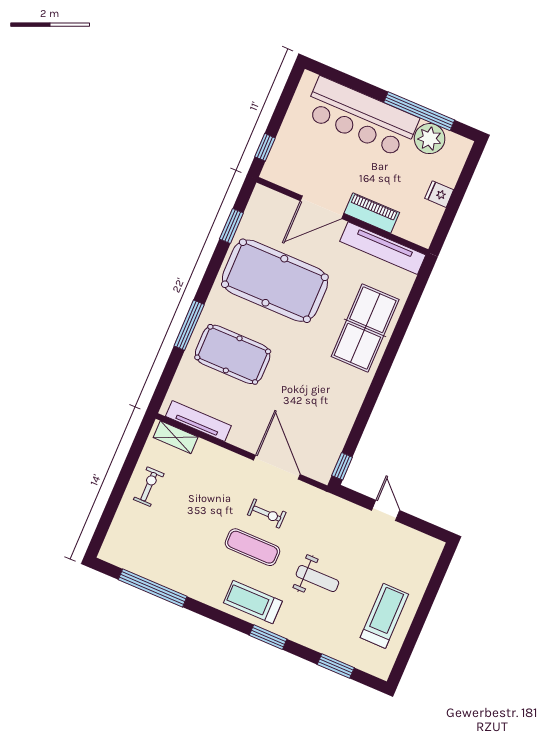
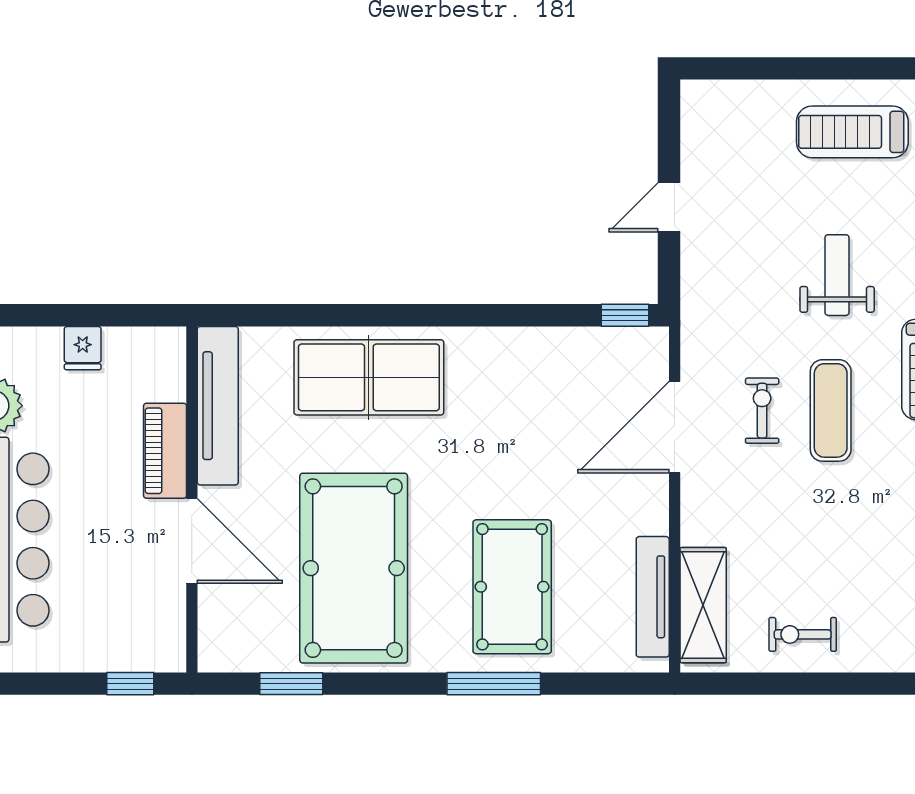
shelving: (176, 437) -> (703, 605), width x1.50, depth x1.33

